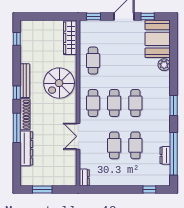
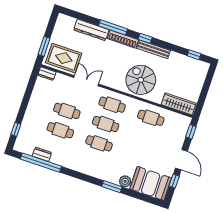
window: (174, 106) -> (112, 187), moved
rug: (63, 166) -> (64, 58), added
window: (42, 189) -> (44, 46), moved

